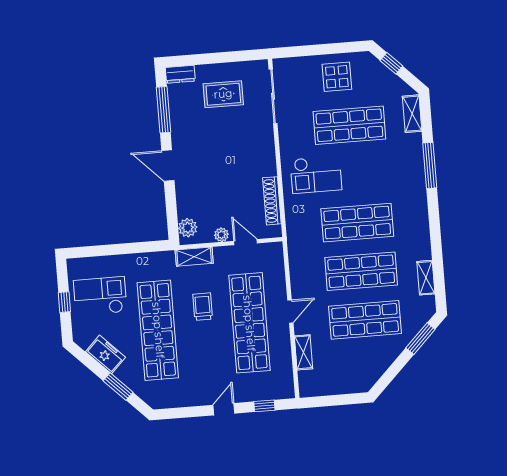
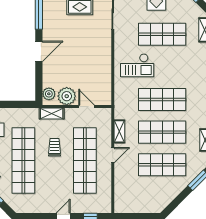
door: (168, 166) -> (39, 51), swing flipped
shoe rack: (272, 201) -> (106, 80), removed
plant: (221, 235) -> (67, 96), width x1.88, depth x1.88
shelving: (303, 352) -> (119, 131), moved

